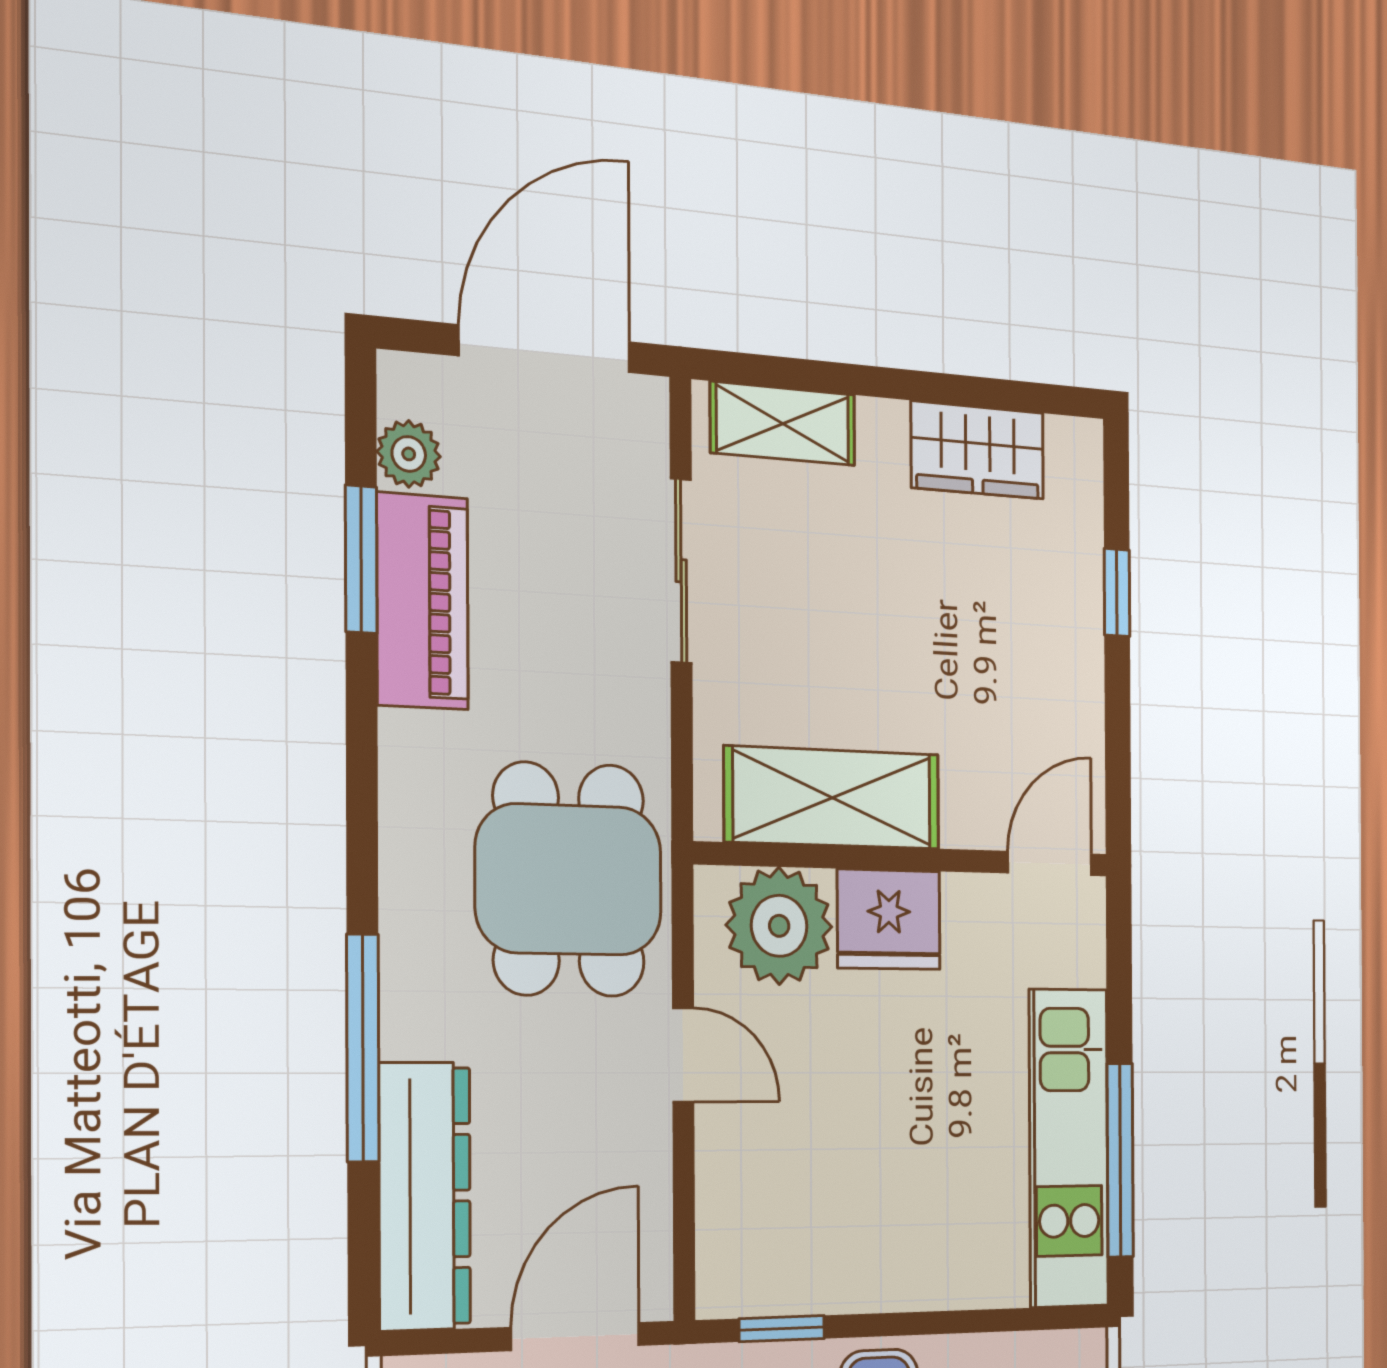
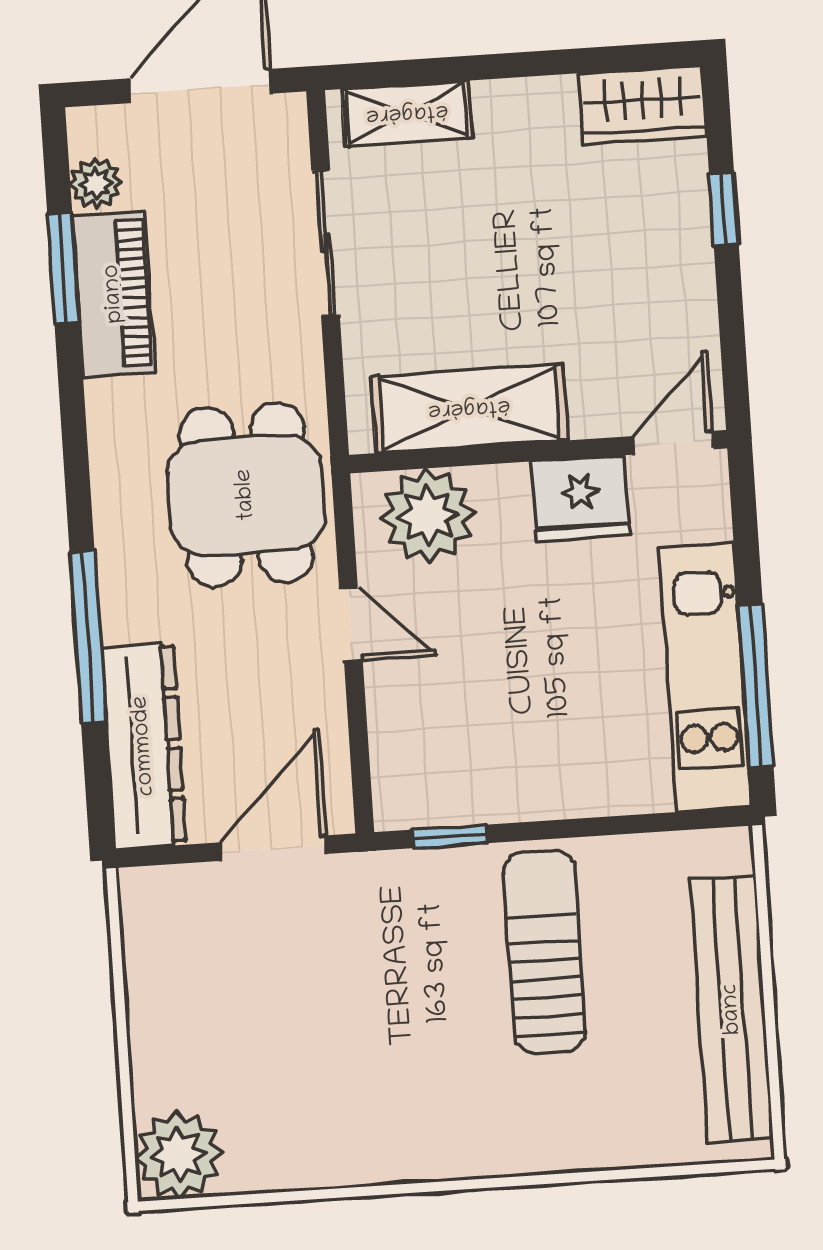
wardrobe: (978, 450) -> (643, 105), moved
fridge: (889, 919) -> (581, 498), moved

